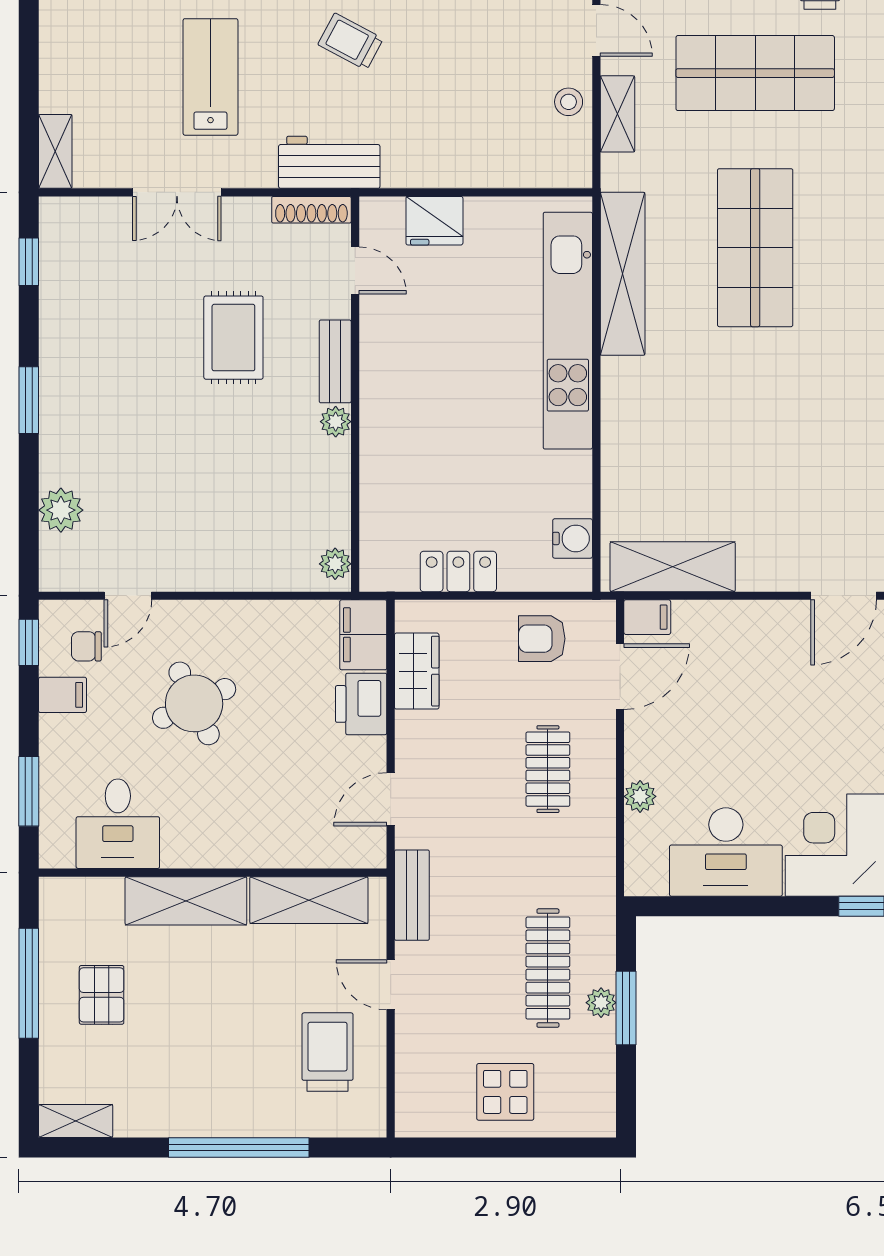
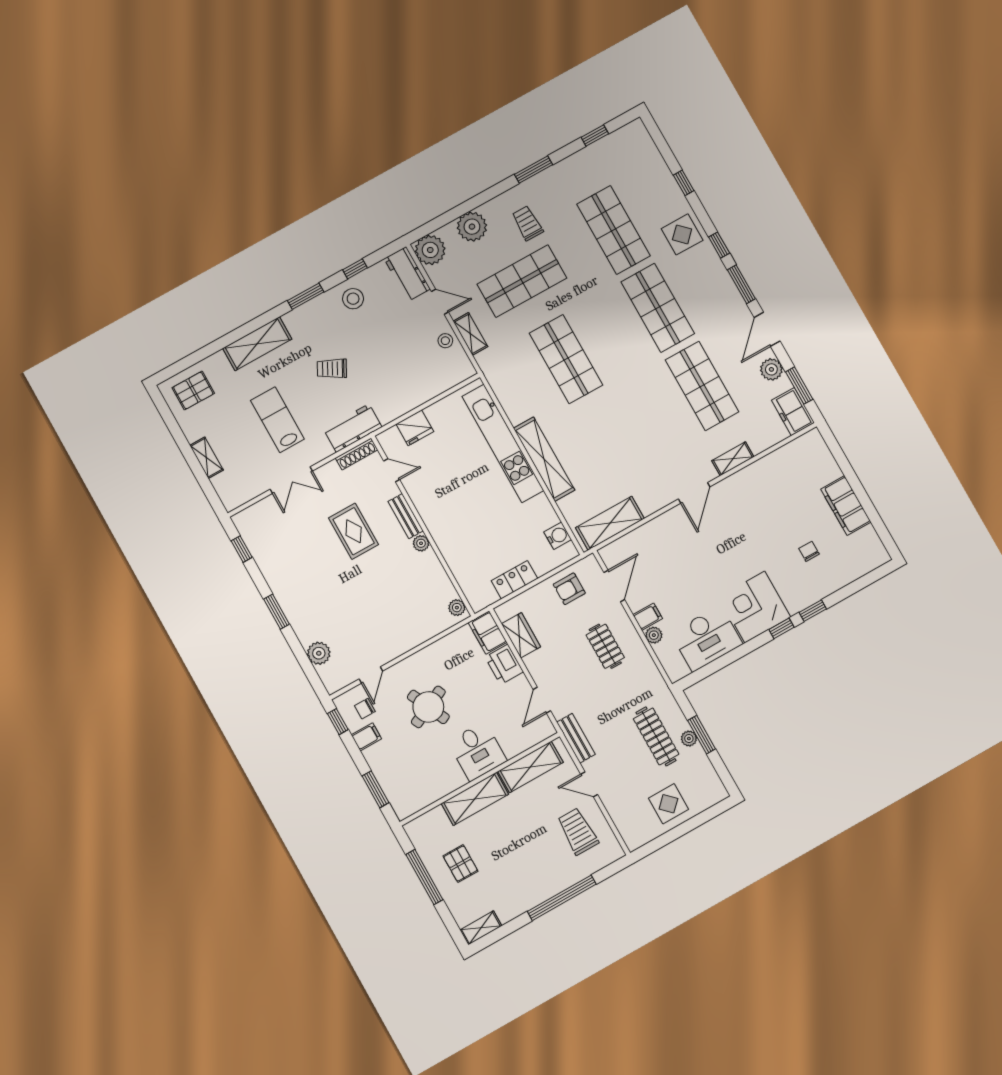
shelving: (55, 151) -> (206, 458), moved
shelving: (623, 274) -> (544, 459), moved
filing cabinet: (647, 617) -> (648, 617), moved
desk: (118, 824) -> (477, 751), moved

